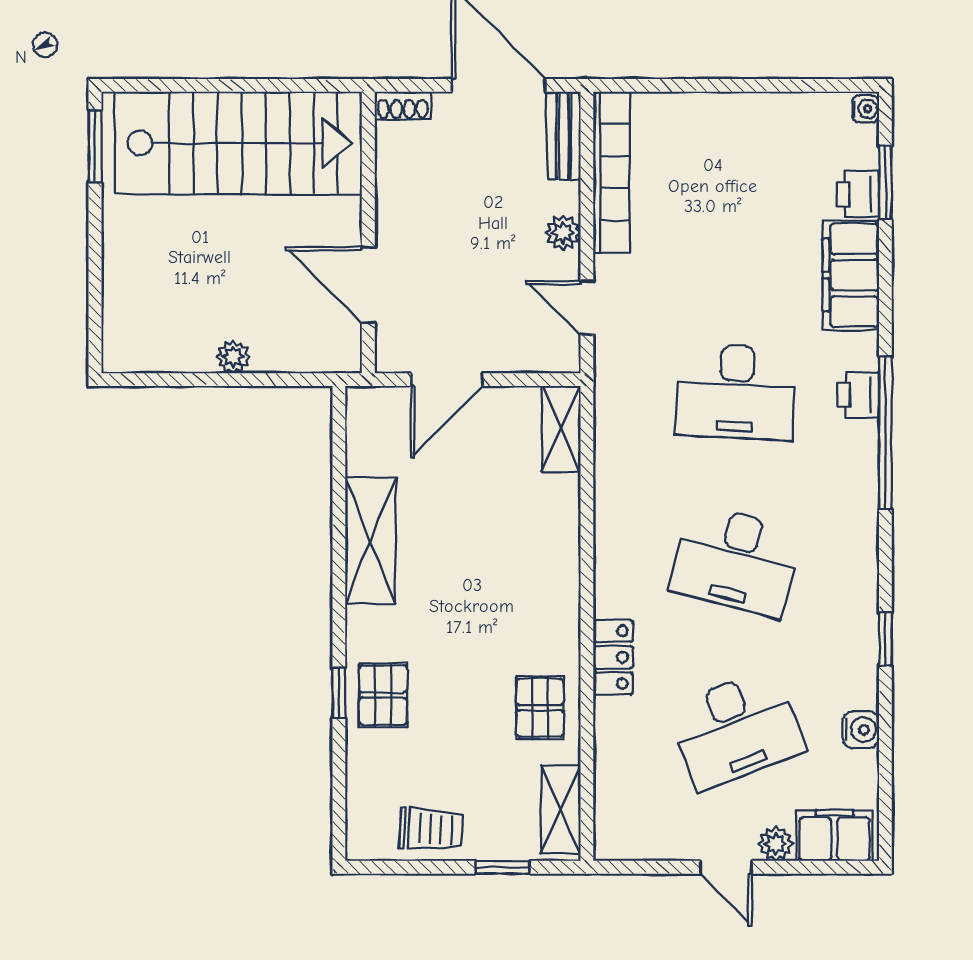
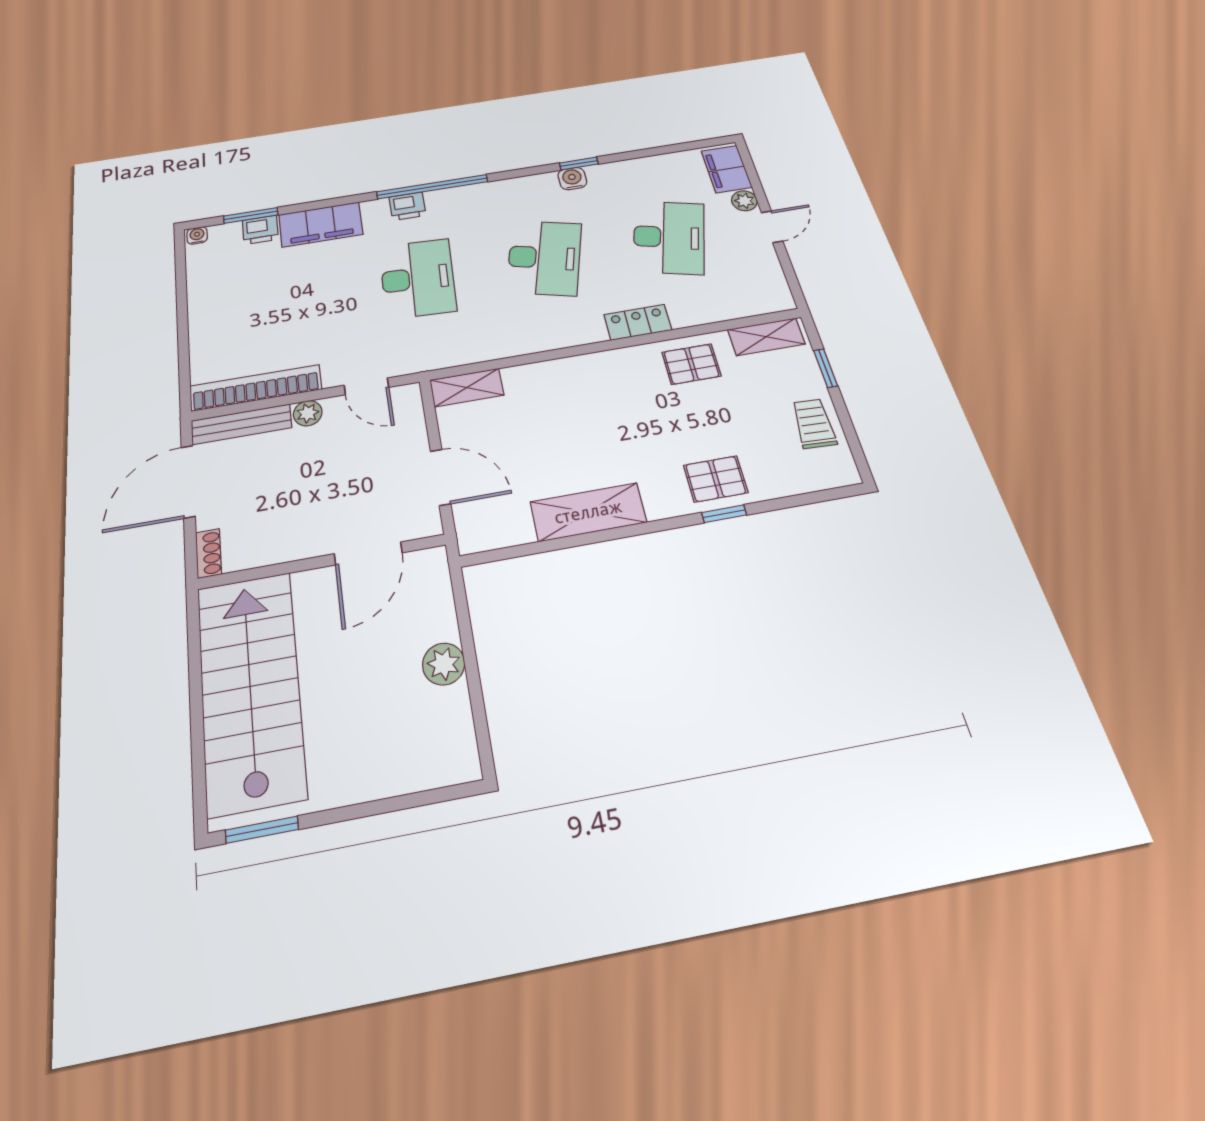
bench: (564, 136) -> (241, 424), width x1.36
door: (587, 308) -> (366, 386), hinge flipped
plant: (233, 357) -> (444, 664), width x1.38, depth x1.38
desk: (736, 729) -> (669, 237), turned 36
water cooler: (861, 730) -> (572, 179), moved

